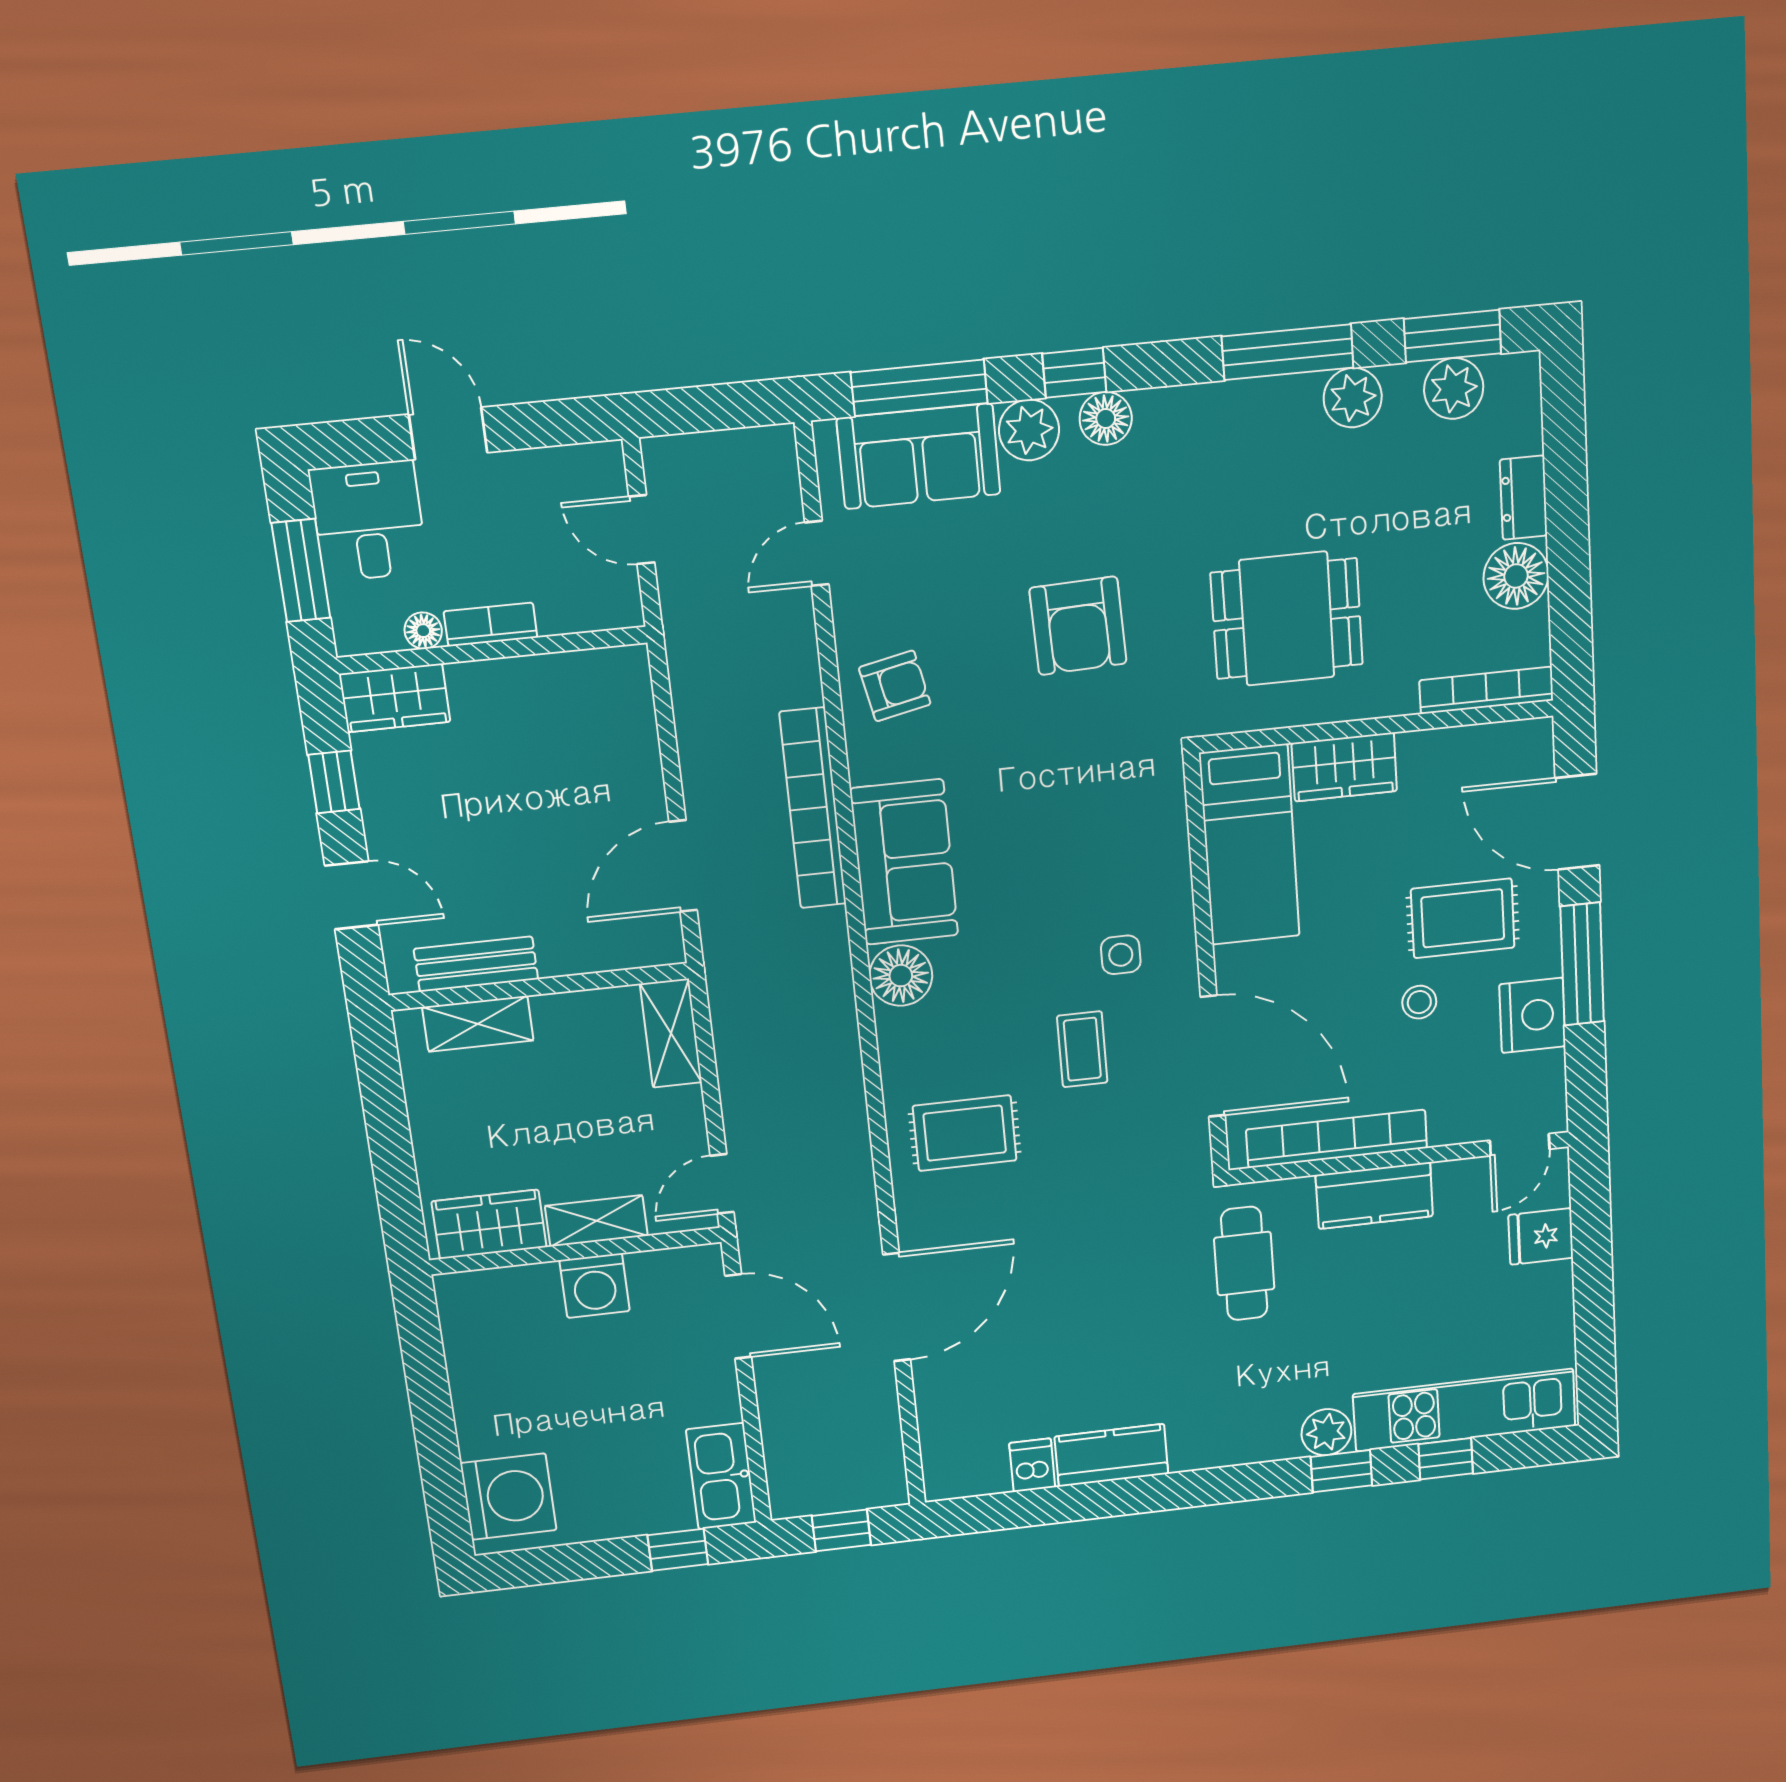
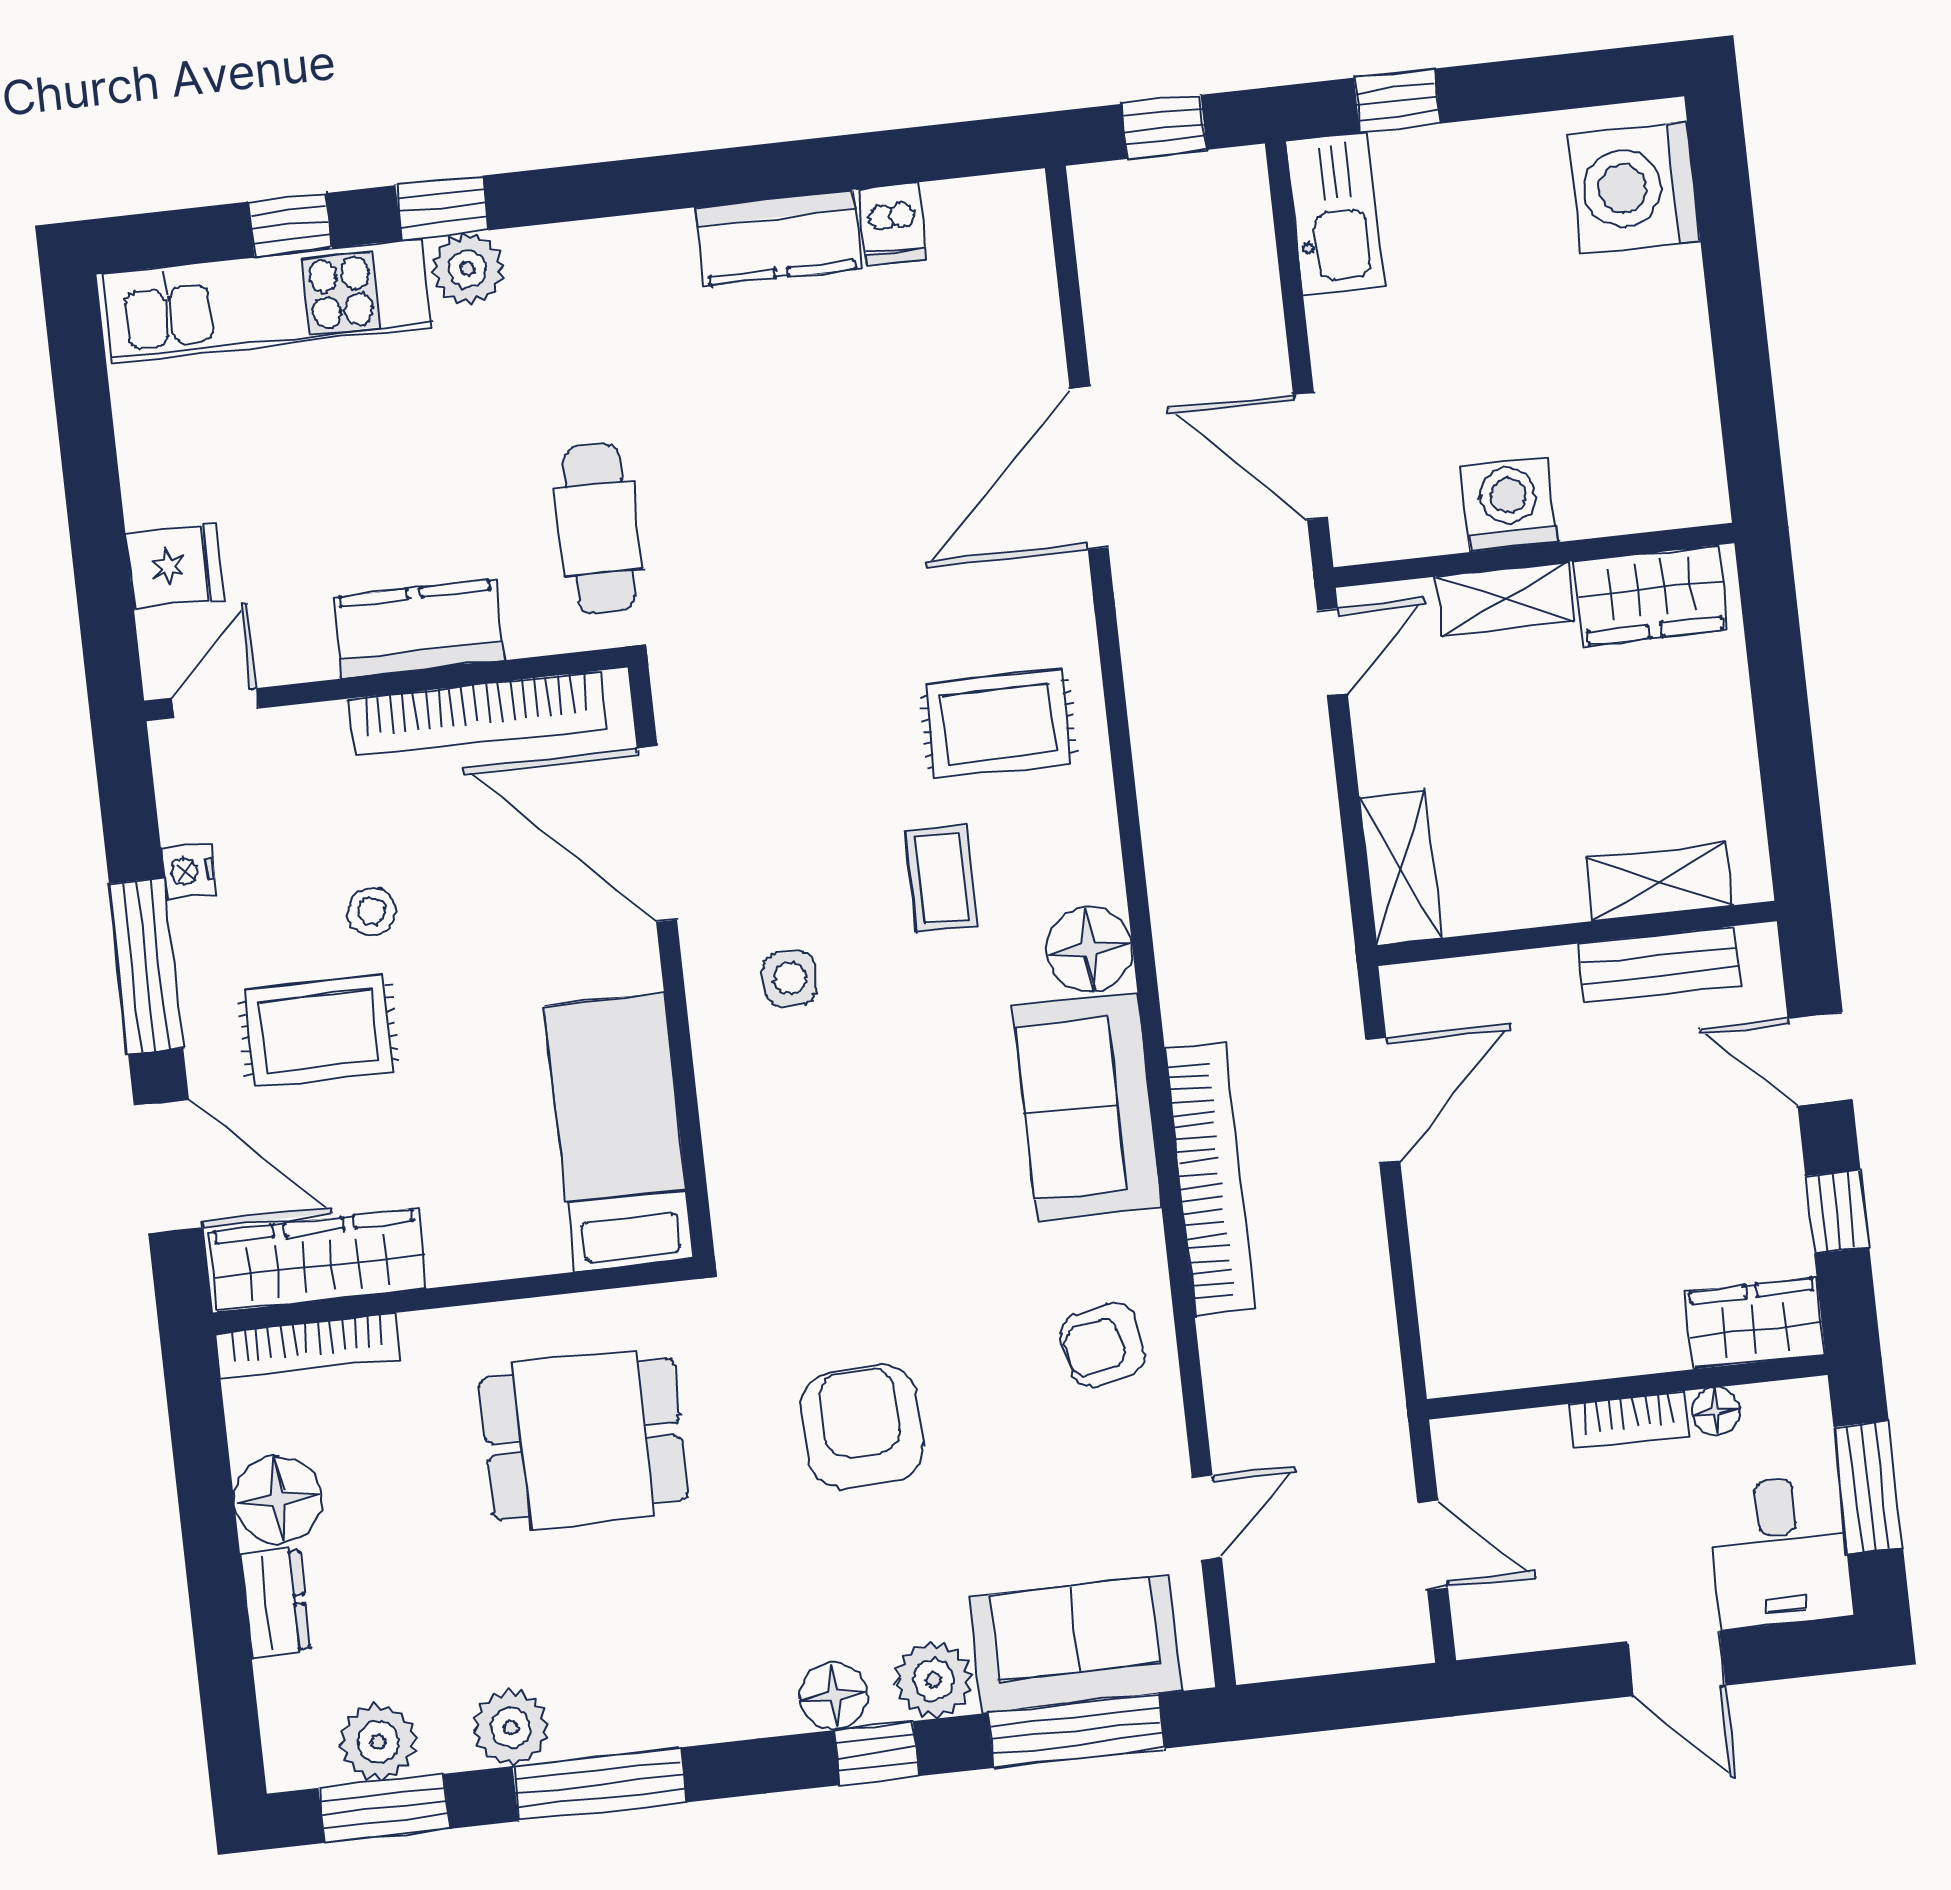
wardrobe: (1344, 767) -> (318, 1260), moved, width x1.50
nightstand: (1532, 1015) -> (188, 871), width x0.53, depth x0.56
coffee table: (1082, 1049) -> (942, 878), moved

